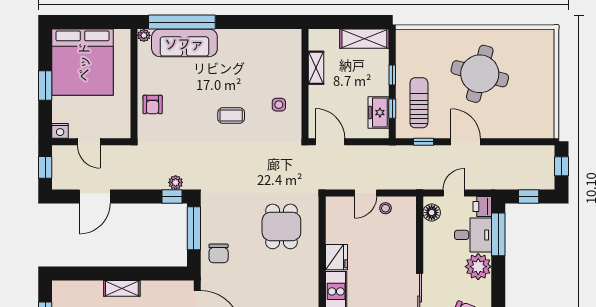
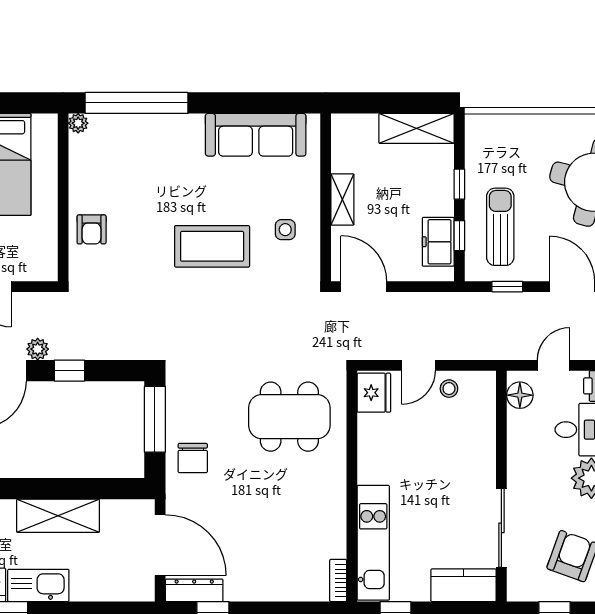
sofa: (184, 43) -> (256, 135), moved
shelving: (316, 68) -> (342, 200), moved
coffee table: (231, 116) -> (212, 246), width x1.86, depth x1.72
plant: (176, 182) -> (38, 349), moved
window: (172, 196) -> (69, 371), moved
dining table: (281, 226) -> (289, 417), width x1.38
fridge: (337, 257) -> (374, 393), moved
shelving: (122, 288) -> (58, 516), width x1.50, depth x1.33

